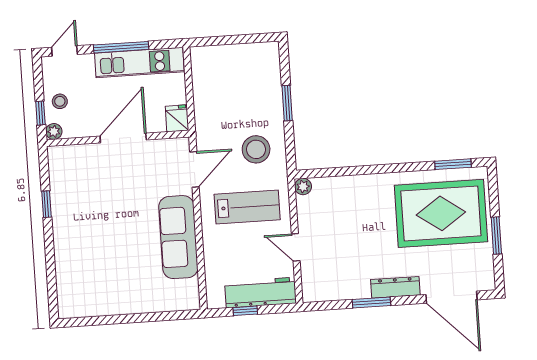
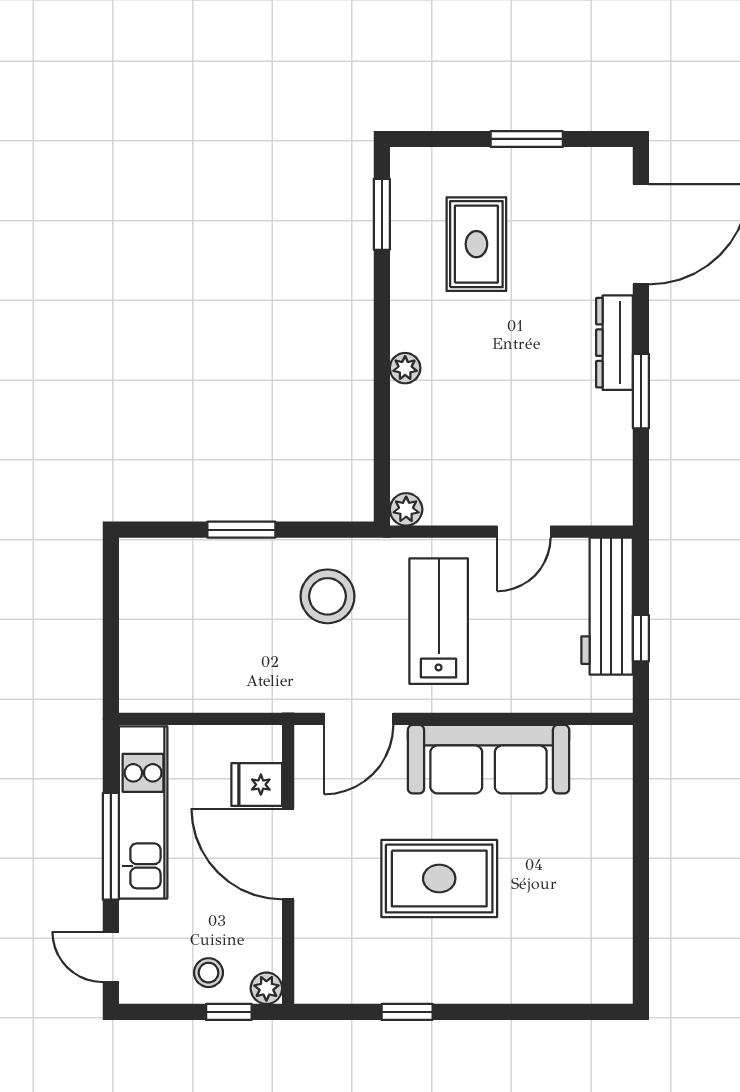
fridge: (177, 118) -> (257, 785), moved
door: (194, 169) -> (359, 719), swing flipped
plant: (375, 181) -> (405, 368), added
rug: (441, 213) -> (476, 244), width x0.54, depth x0.49
rug: (116, 216) -> (439, 879), added

